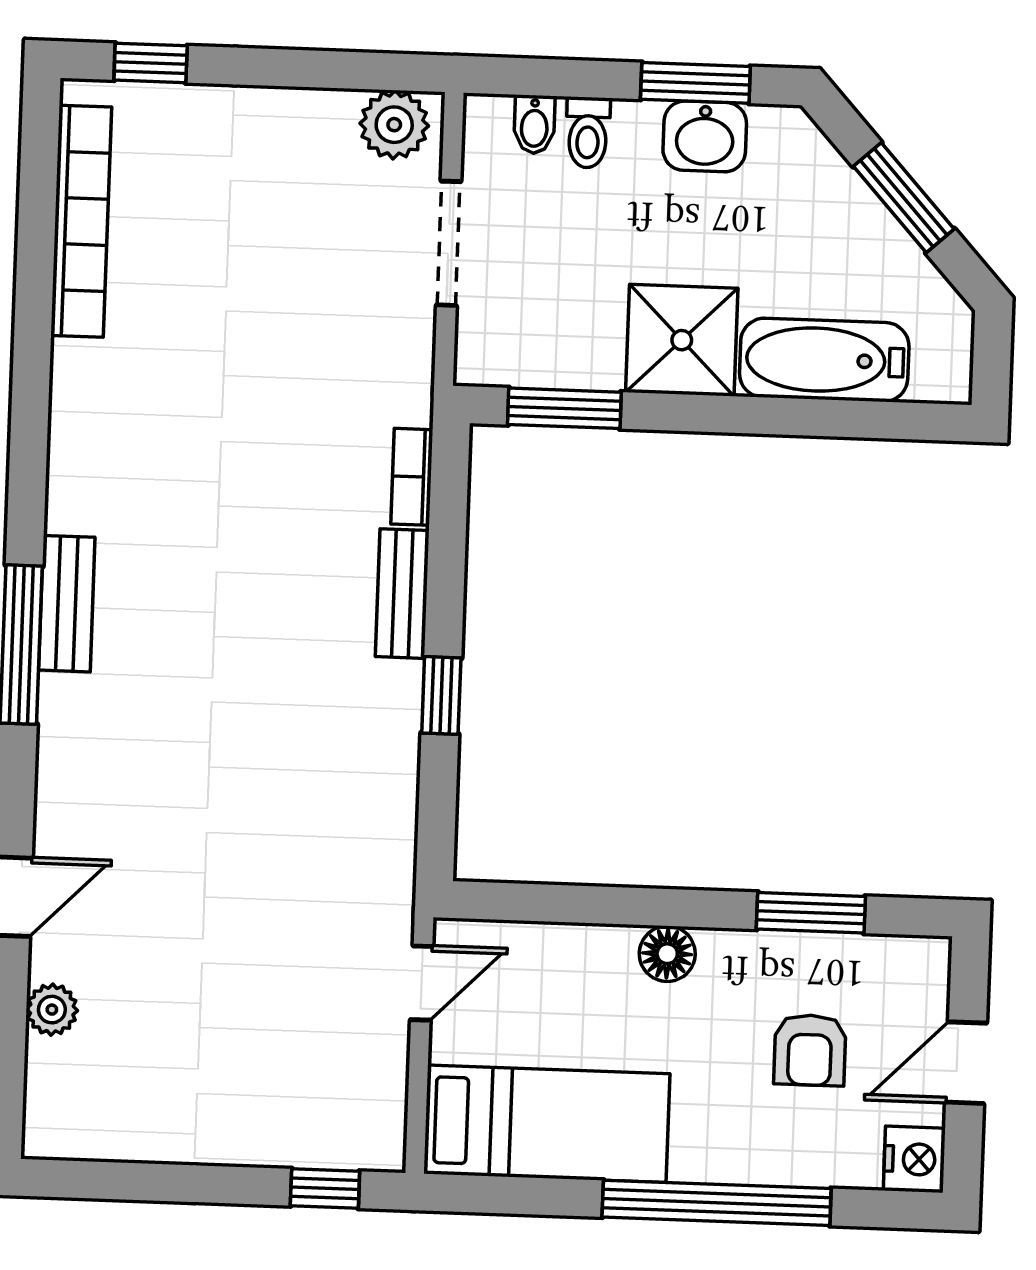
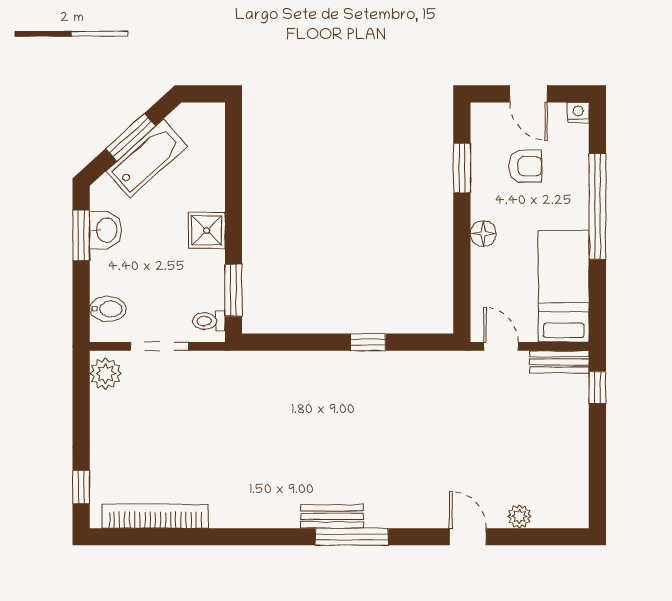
bidet: (534, 124) -> (108, 309), width x1.38, depth x1.36
toilet: (588, 133) -> (209, 321), moved, turned 180
shower: (682, 340) -> (207, 231), width x0.73, depth x0.73
bathtub: (824, 360) -> (147, 159), moved, turned -132
bookcase: (412, 477) -> (268, 359), removed
bench: (402, 594) -> (559, 362), moved
nightstand: (914, 1159) -> (578, 113), width x0.72, depth x0.74

